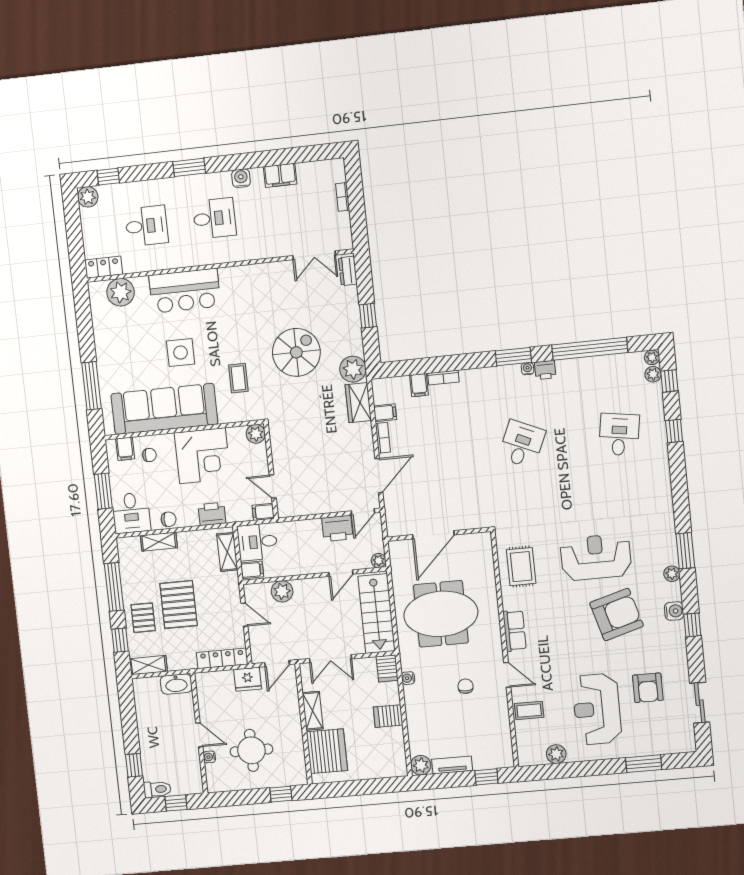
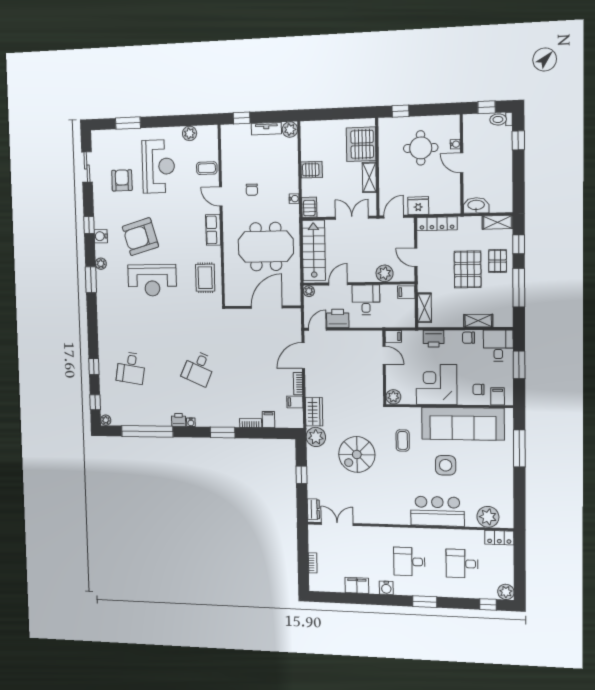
window: (513, 357) -> (223, 432), moved
plant: (653, 374) -> (106, 408), removed
desk: (257, 542) -> (366, 300), moved, turned -90

